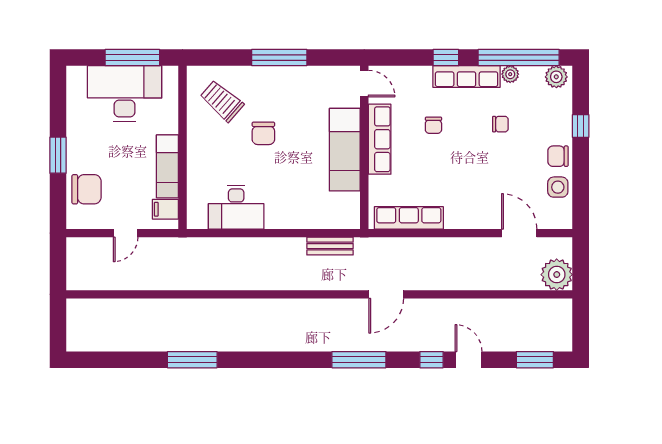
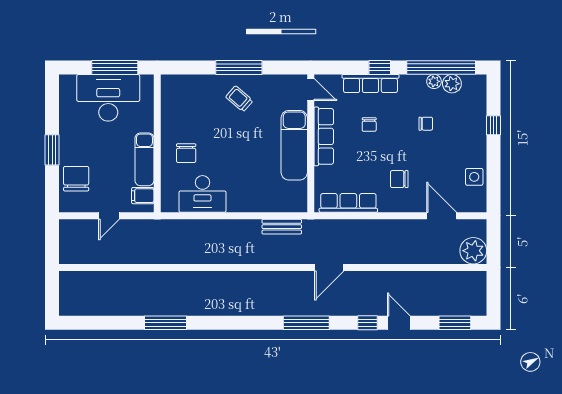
row of seats: (467, 77) -> (370, 83), moved
plant: (556, 77) -> (452, 84), moved
trolley: (222, 101) -> (239, 99), moved, width x0.73, depth x0.72
chair: (263, 133) -> (186, 153), moved
chair: (558, 156) -> (399, 179), moved
chair: (87, 189) -> (76, 179), turned -90

